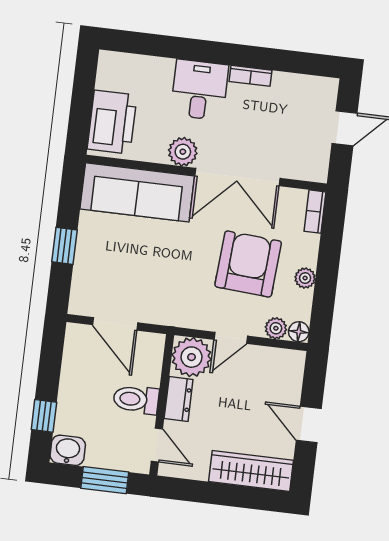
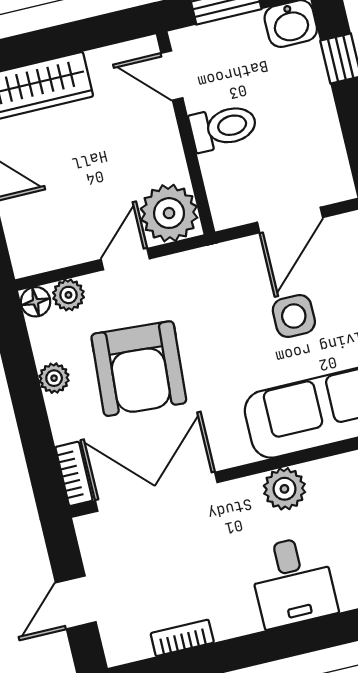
bookcase: (251, 76) -> (182, 638), moved
double door: (237, 177) -> (156, 492), moved
side table: (136, 261) -> (294, 316), added
door: (115, 324) -> (290, 220), swing flipped
dresser: (179, 399) -> (166, 149), removed

